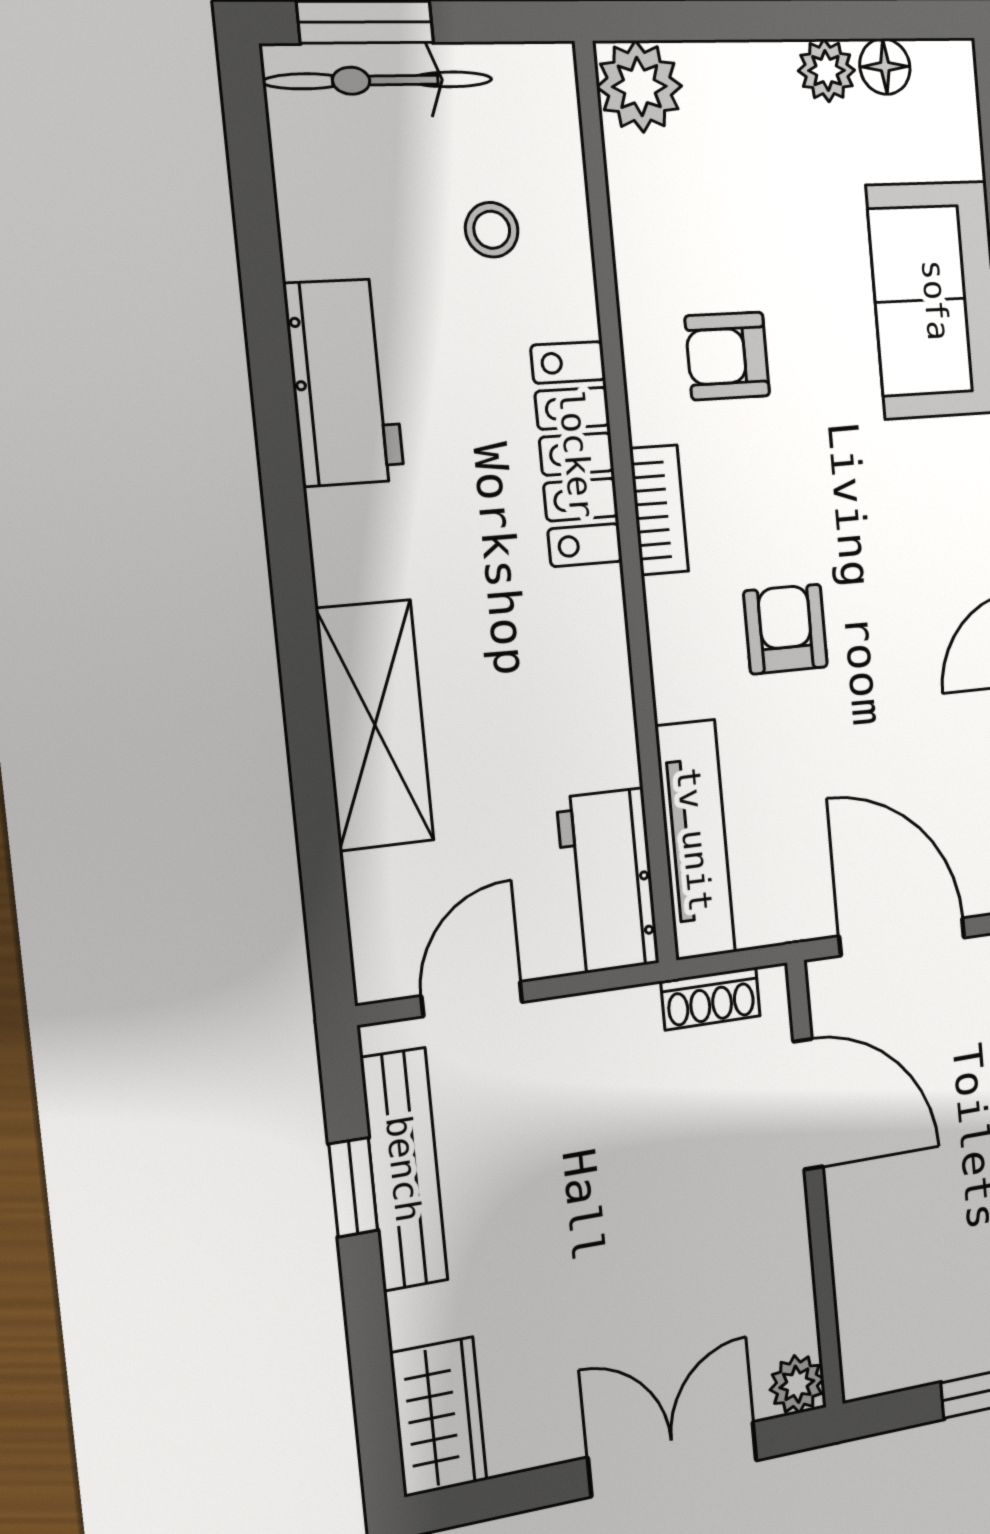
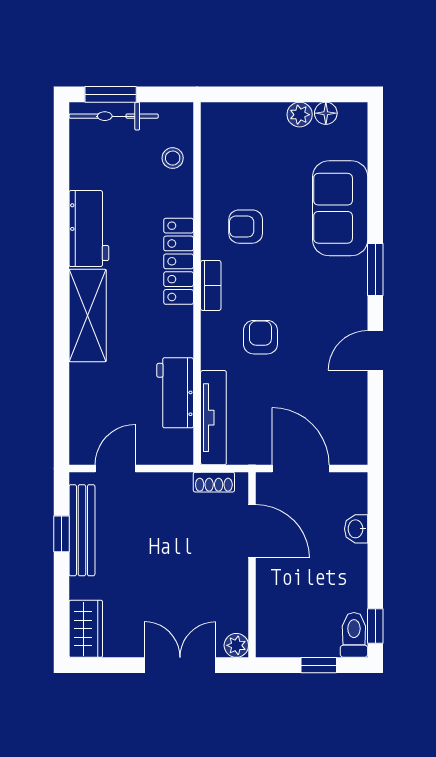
plant: (639, 86) -> (218, 120), removed
stool: (492, 230) -> (173, 158), moved
shelving: (375, 725) -> (88, 316), moved
workbench: (608, 881) -> (175, 393), moved

